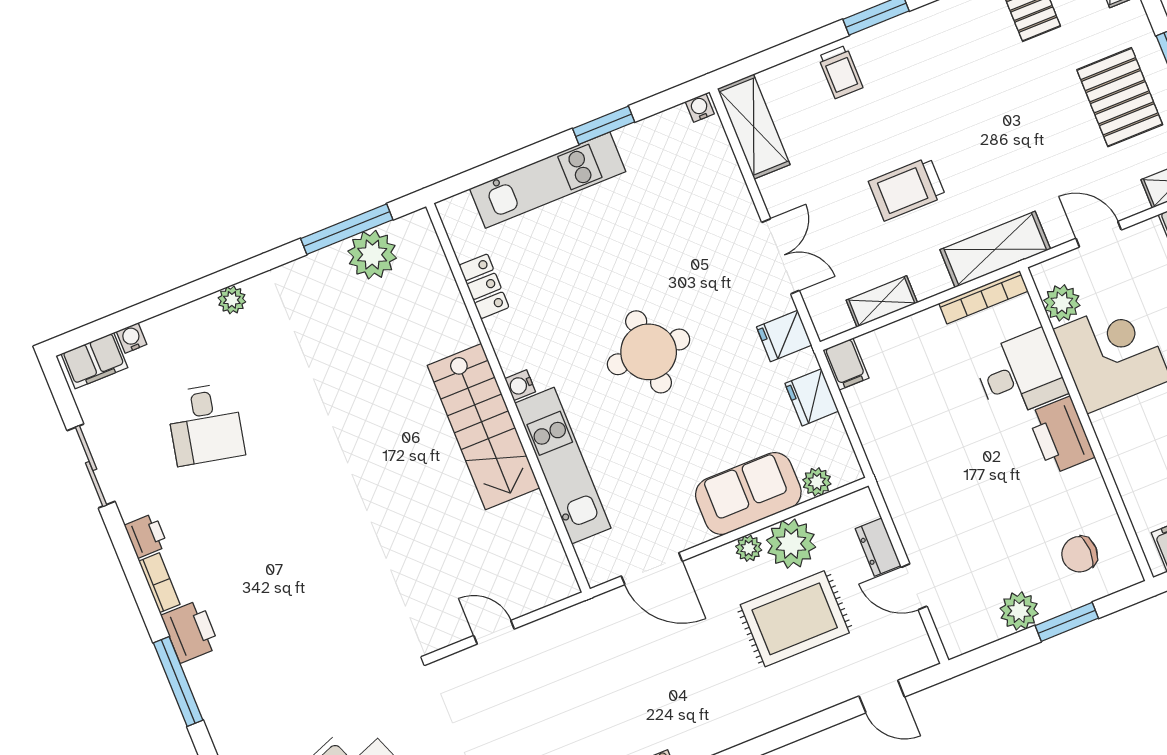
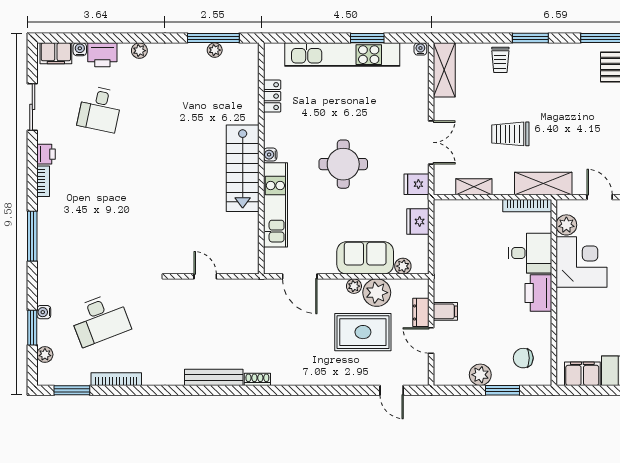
kitchen unit: (548, 180) -> (342, 55), width x1.36
plant: (372, 255) -> (215, 50), width x0.53, depth x0.53
filing cabinet: (846, 364) -> (445, 311), moved, turned -90
printer: (190, 631) -> (102, 55), moved, turned 90

